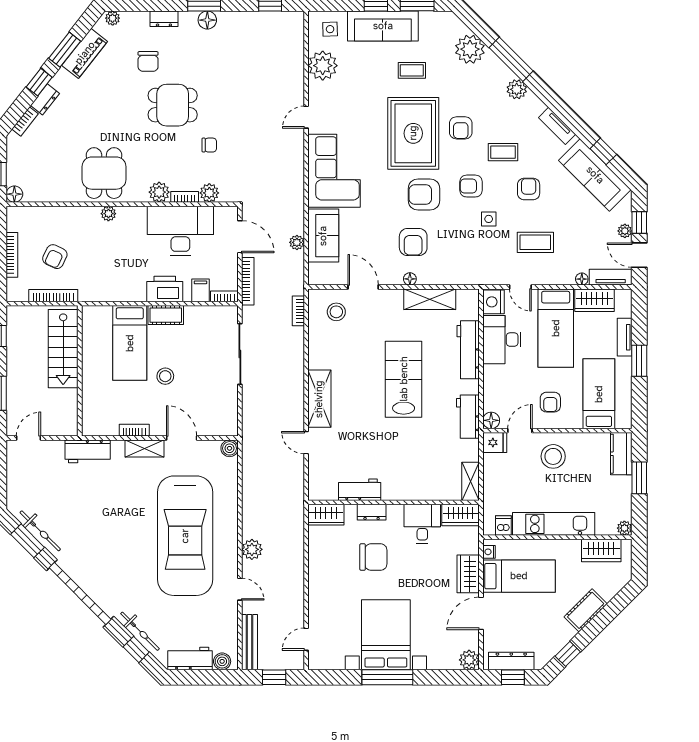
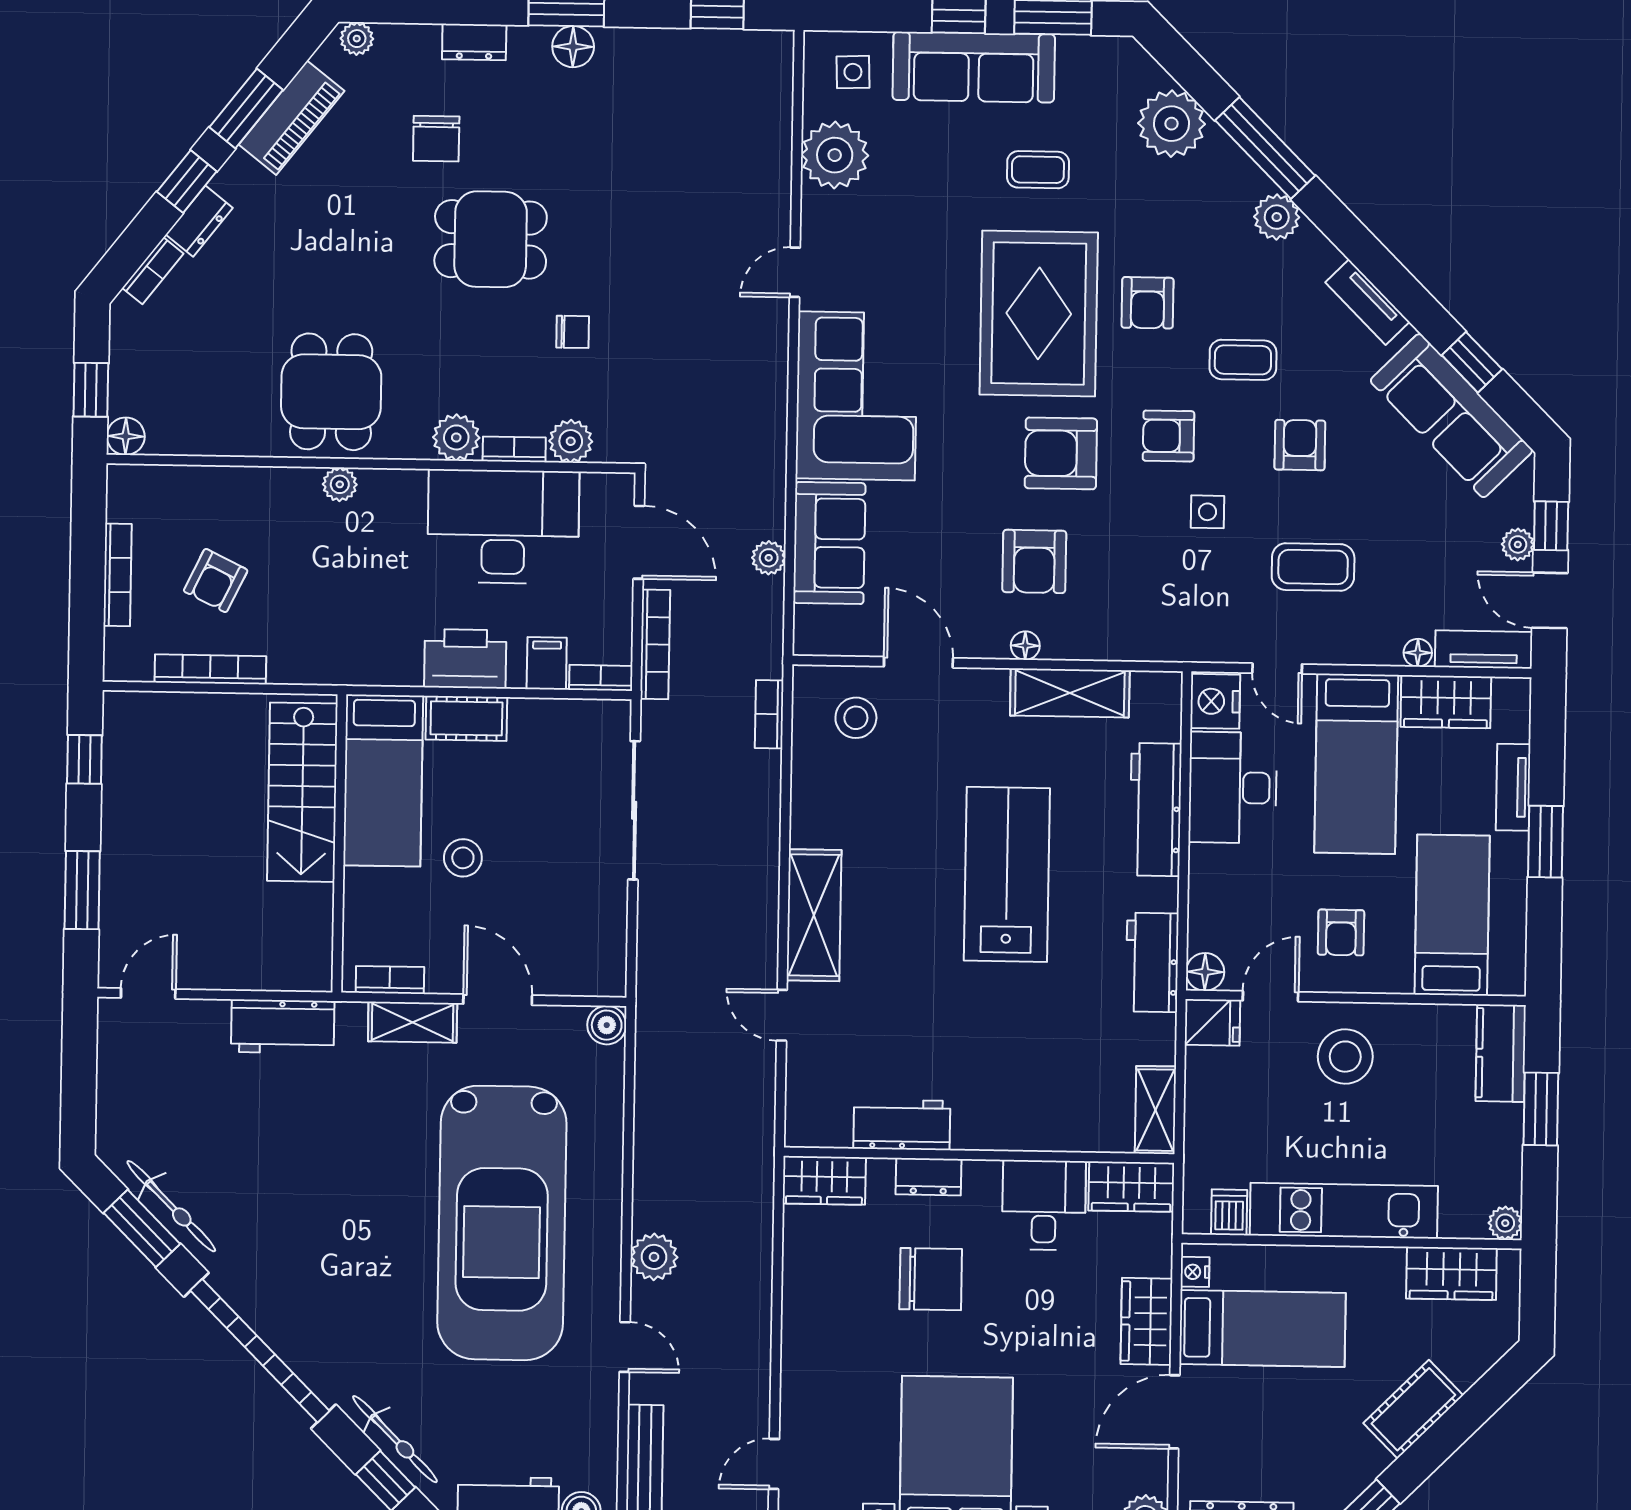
stairs: (63, 349) -> (302, 792), moved
wall: (80, 371) -> (339, 843), moved

